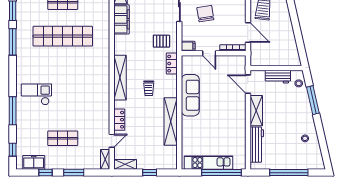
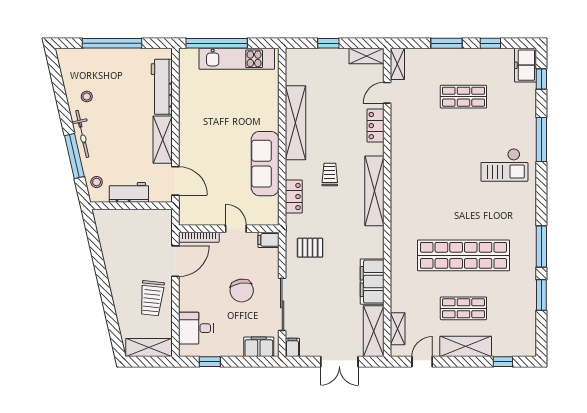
door: (248, 33) -> (175, 261), swing flipped
locker: (172, 64) -> (294, 197), moved
bicycle: (308, 114) -> (82, 134), added
freezer: (34, 162) -> (526, 65), moved, turned 90

